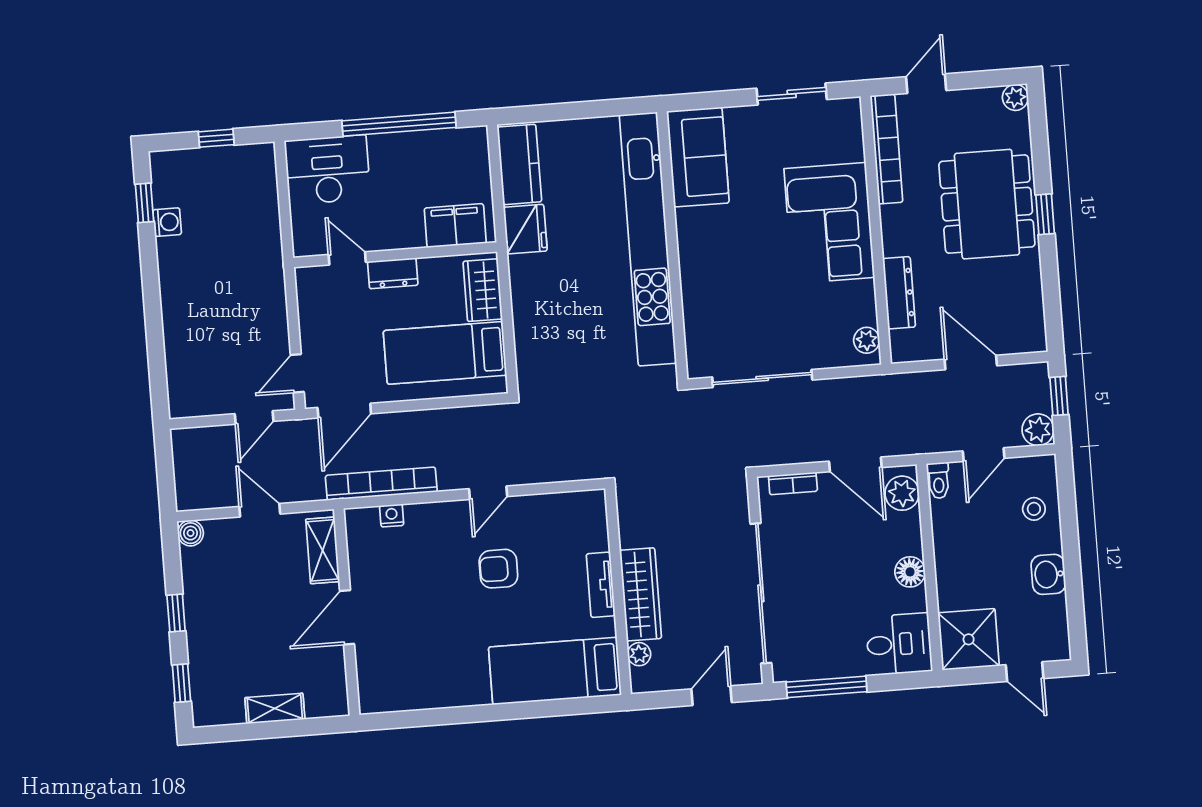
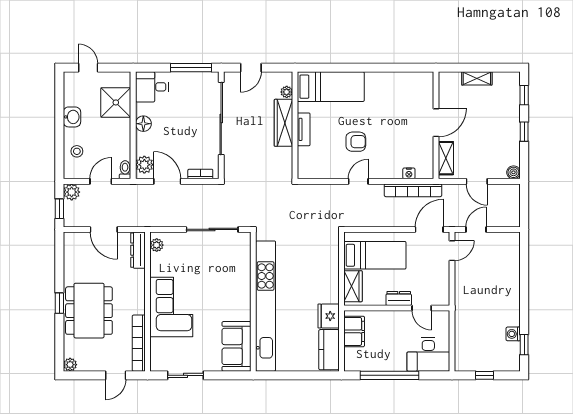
filing cabinet: (455, 226) -> (354, 331), moved, turned -90
dresser: (899, 293) -> (138, 250), moved
shower: (969, 639) -> (116, 102), moved

